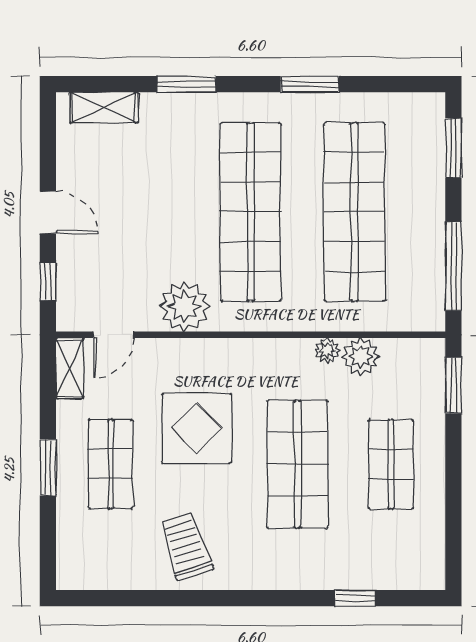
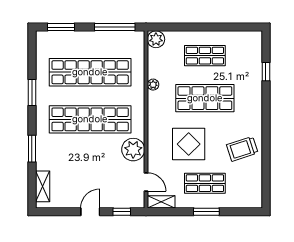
plant: (361, 357) -> (156, 39), moved
window: (453, 385) -> (169, 27), removed

